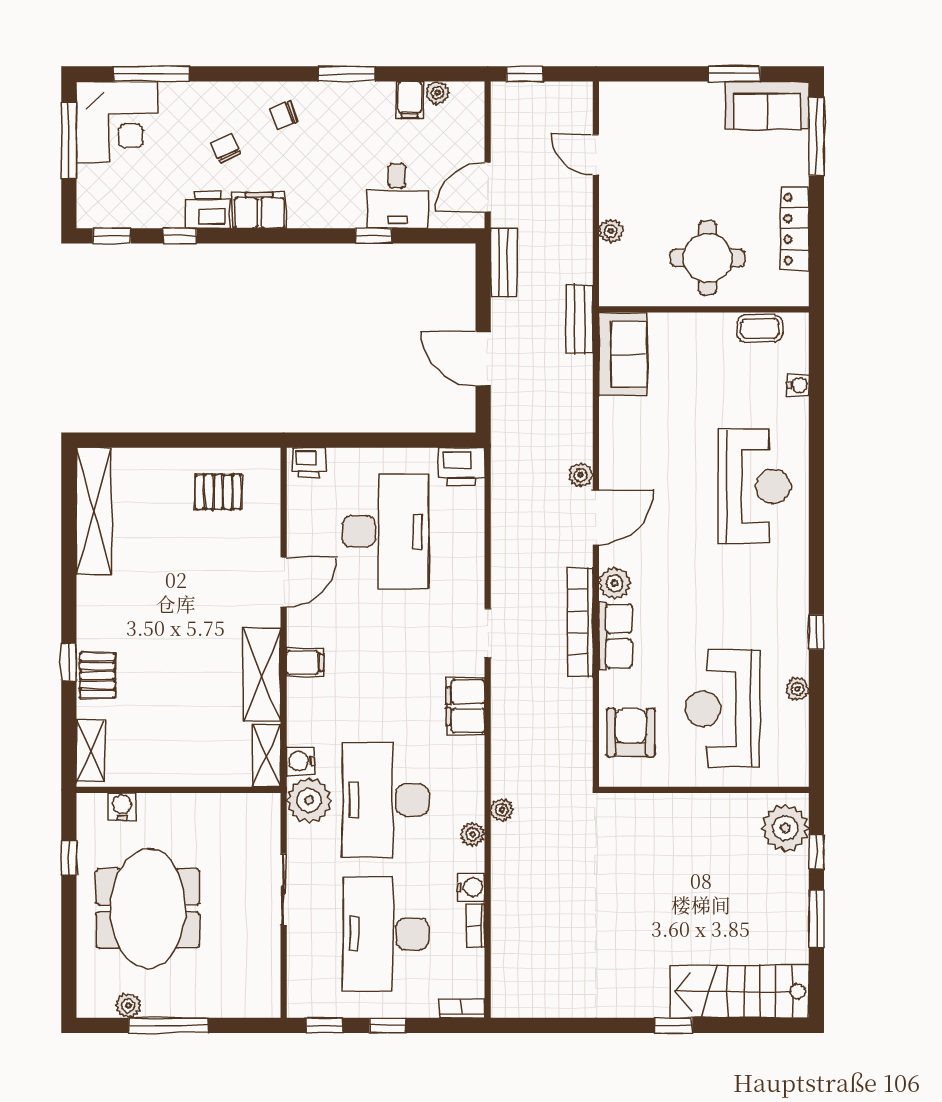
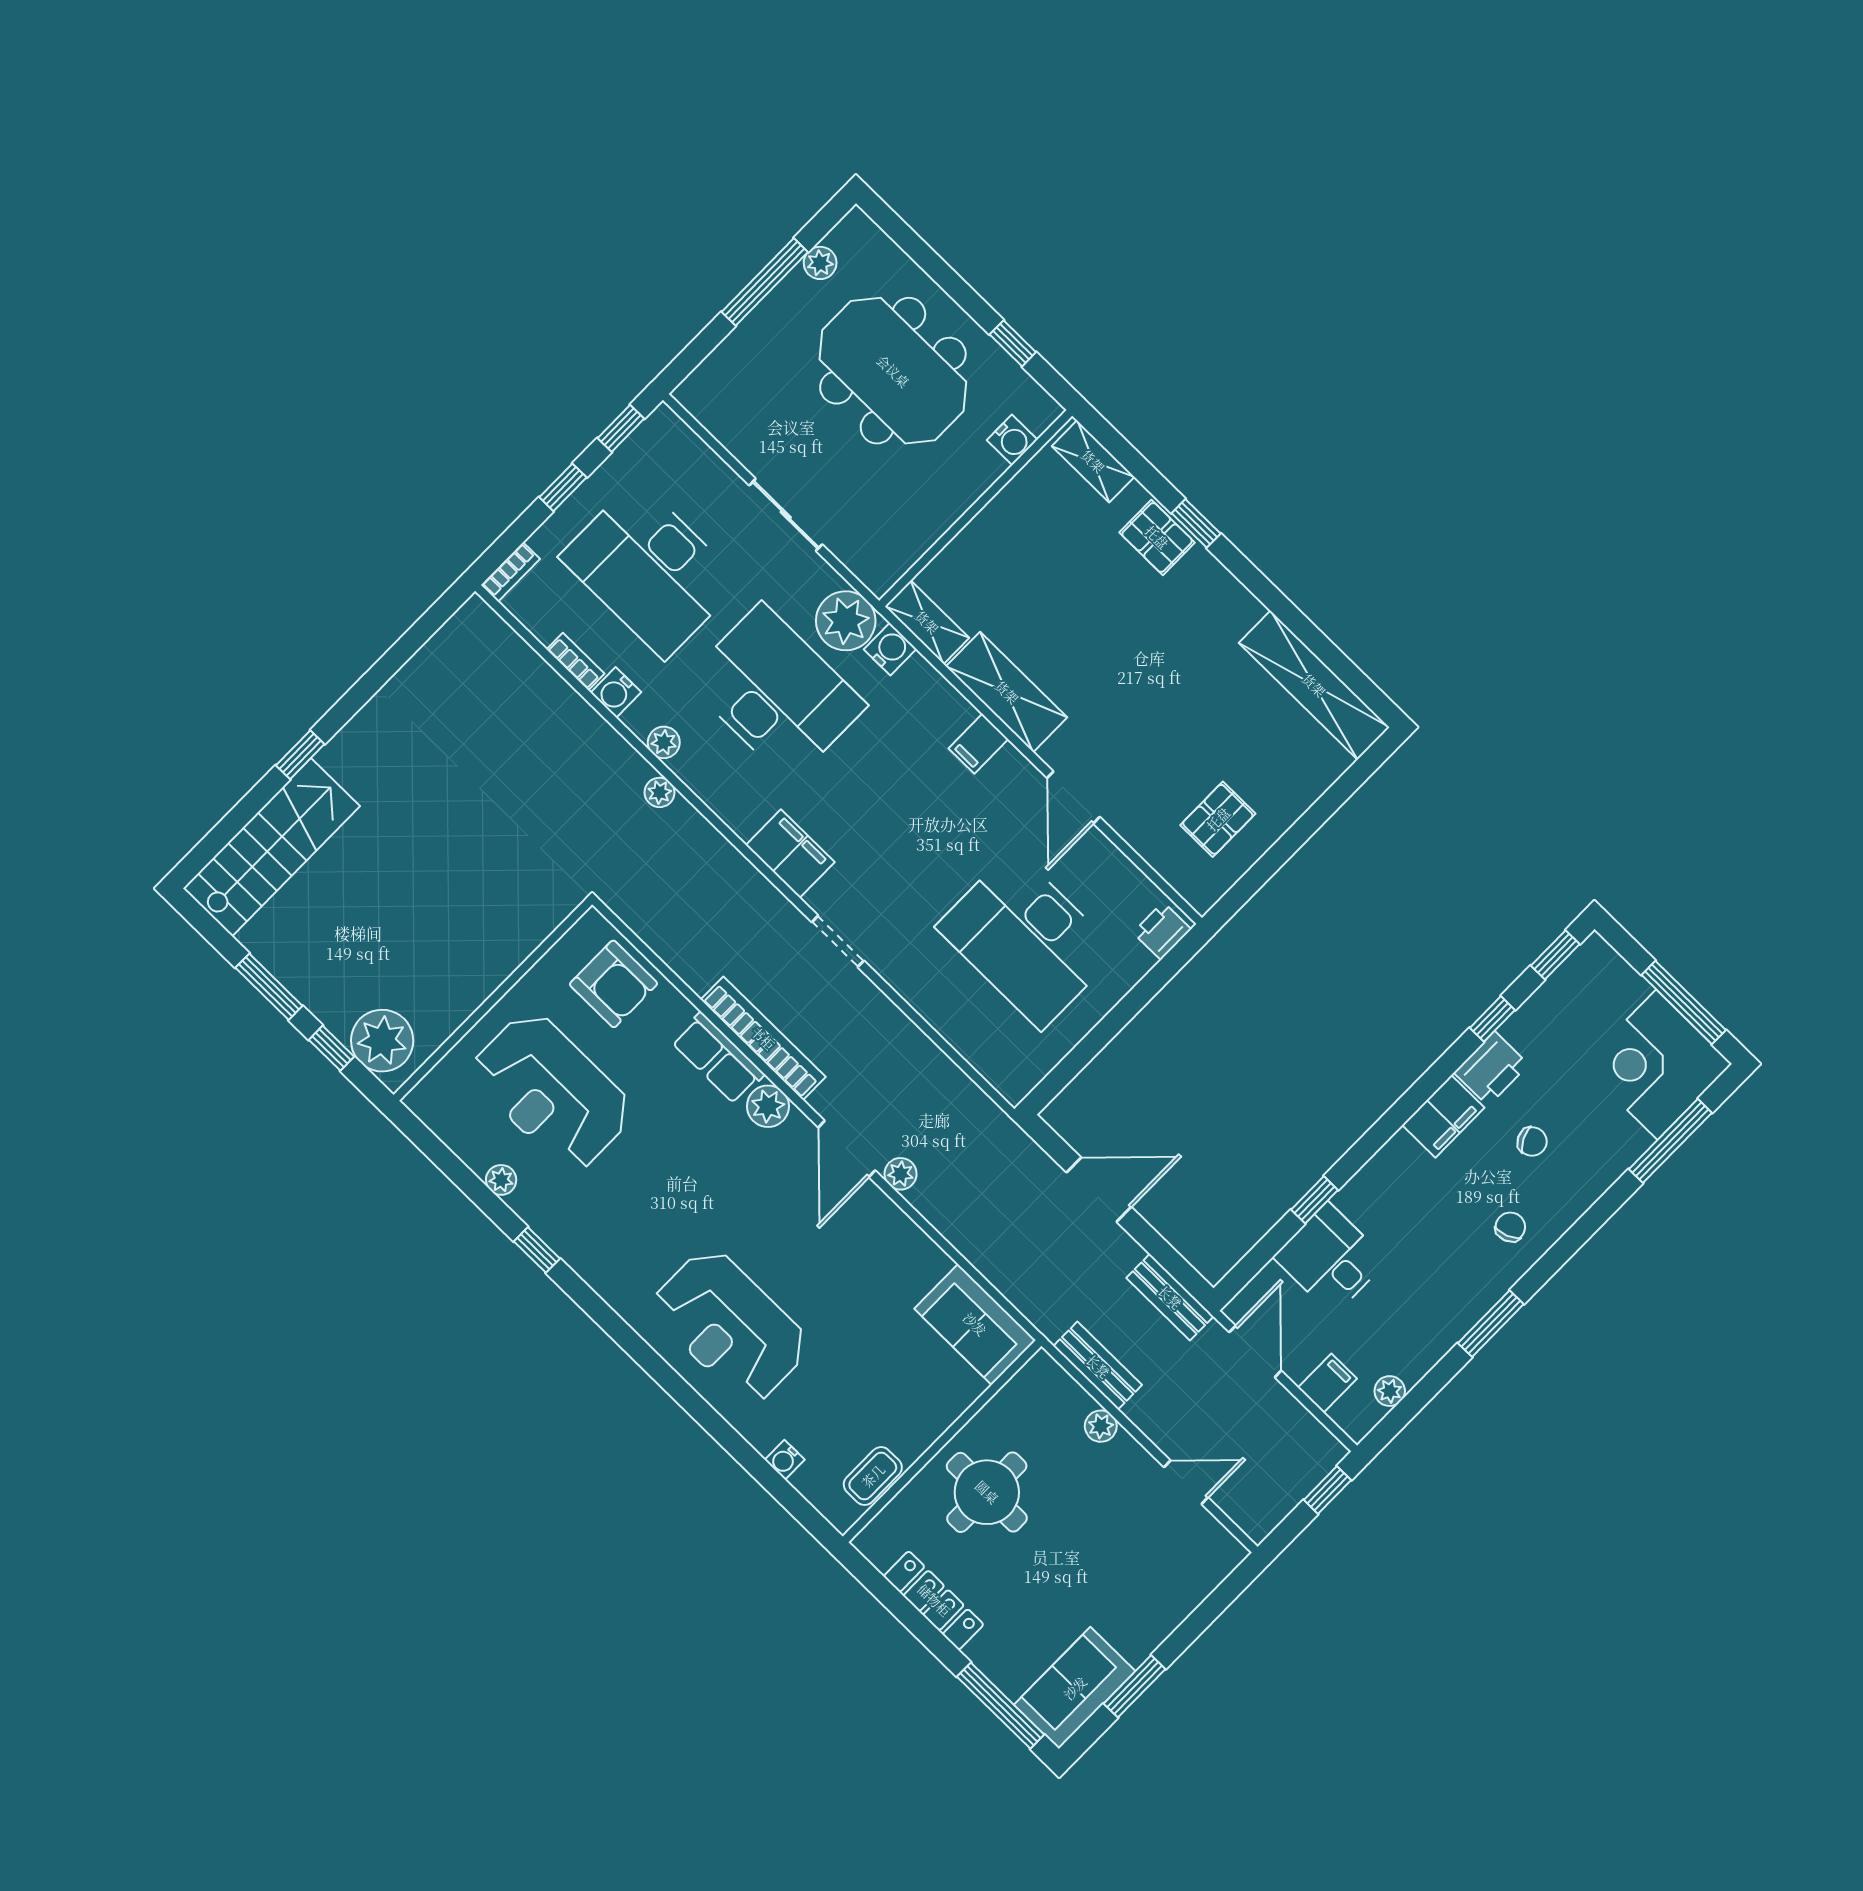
filing cabinet: (410, 100) -> (1327, 1383), moved, turned 90
bench: (580, 319) -> (1098, 1366), moved
printer: (462, 467) -> (1018, 1070), removed
reception desk: (722, 709) -> (552, 1091), turned 180
desk: (386, 934) -> (650, 569), turned 180

